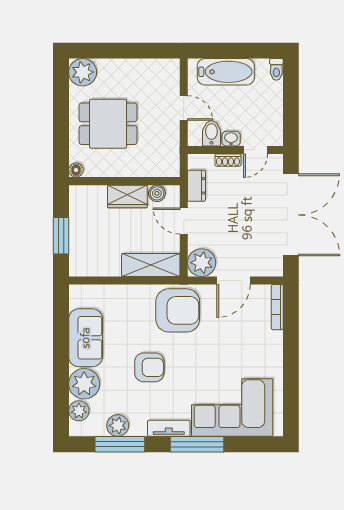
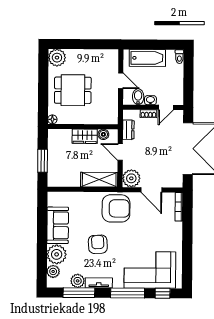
door: (233, 281) -> (151, 190), hinge flipped
armchair: (149, 367) -> (98, 244), turned -93
tv unit: (169, 428) -> (99, 283), moved
window: (252, 444) -> (163, 293), added

